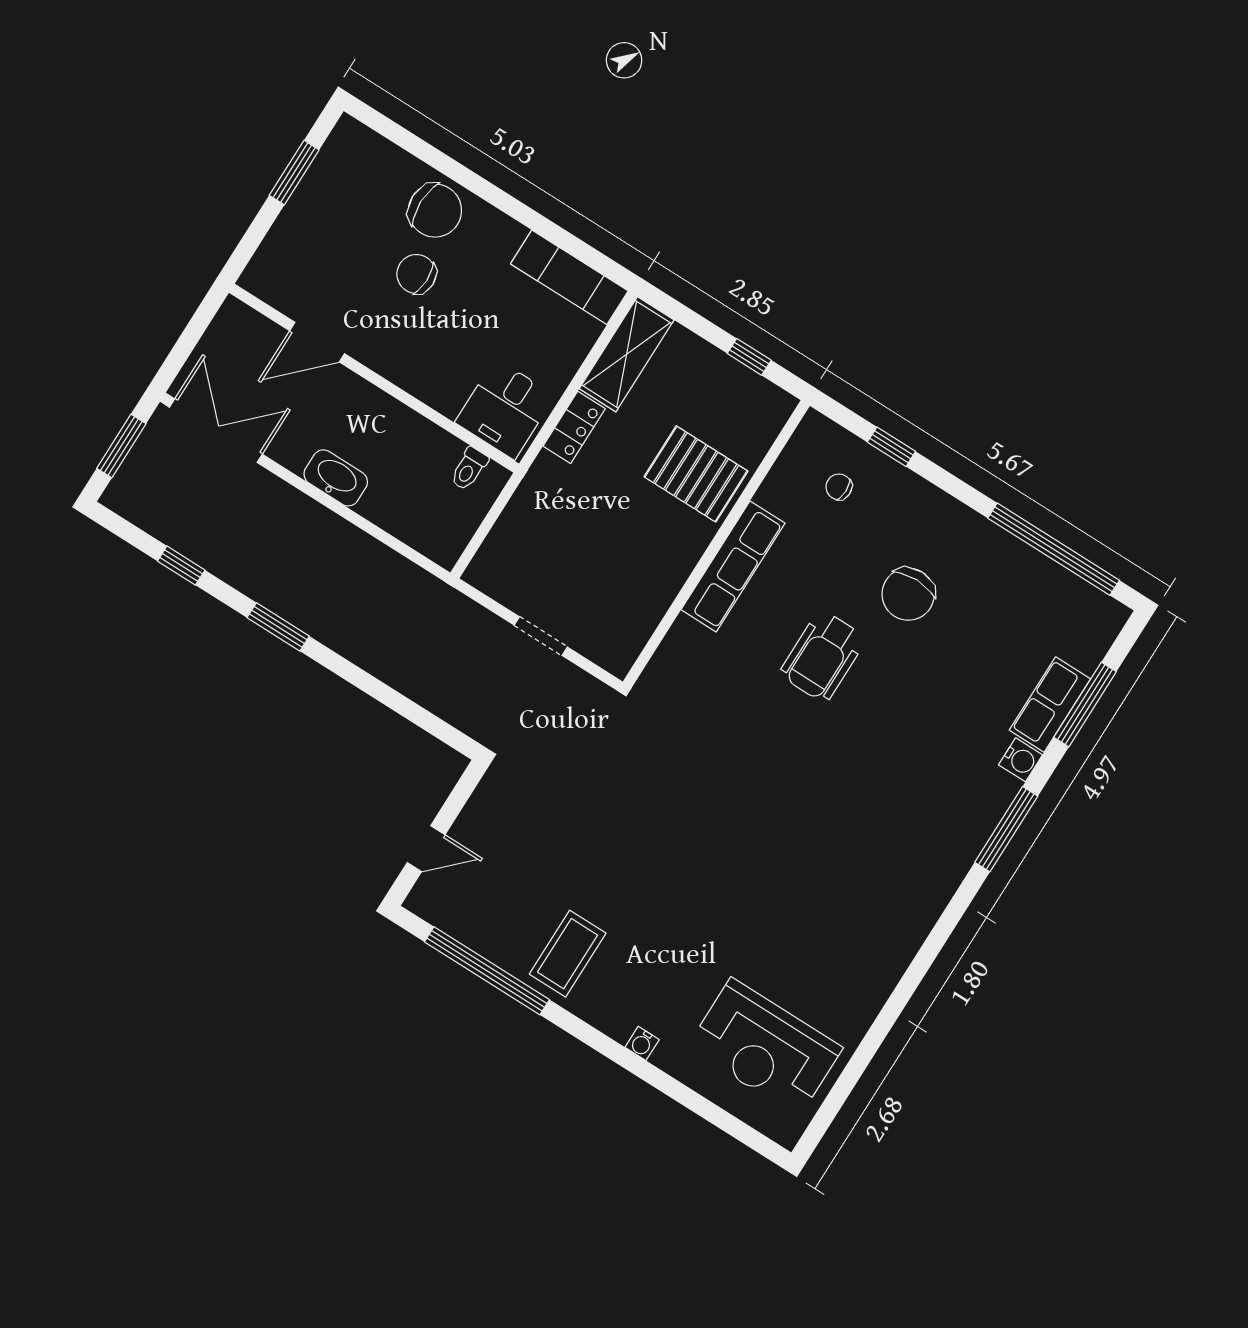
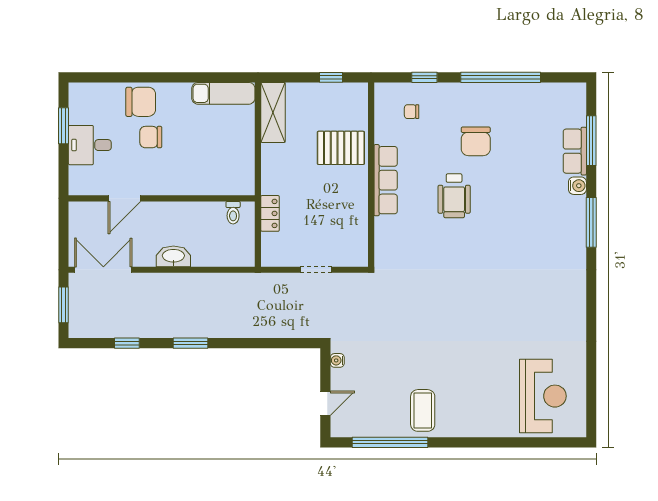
desk: (505, 409) -> (90, 145), moved, turned 90
locker: (574, 427) -> (270, 213), moved
window: (1054, 549) -> (501, 77), moved
water cooler: (642, 1043) -> (337, 360), moved, turned 90
reception desk: (765, 1048) -> (543, 396), turned -90

